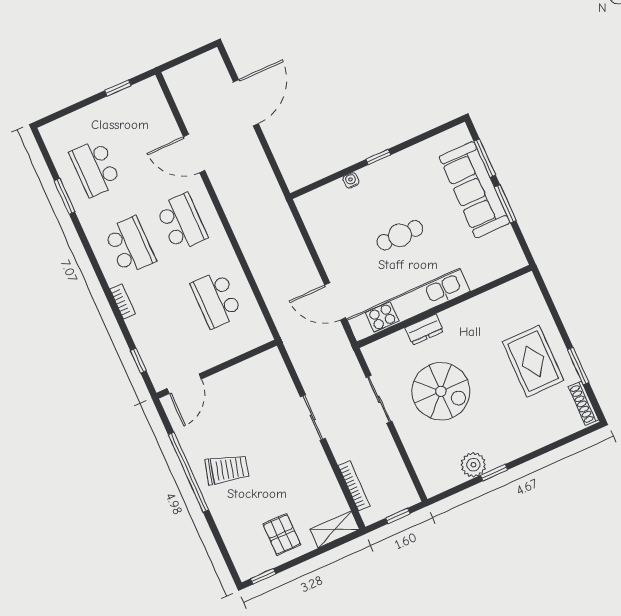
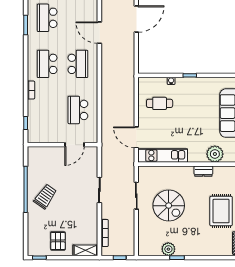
cafe table: (400, 235) -> (160, 103), moved
school desk: (130, 245) -> (47, 64), turned 180
plant: (480, 270) -> (215, 154), added
kitchen unit: (408, 305) -> (163, 156), width x0.73
dresser: (424, 330) -> (203, 171), moved
door: (184, 384) -> (74, 145), moved
trolley: (227, 469) -> (45, 196), turned -70

